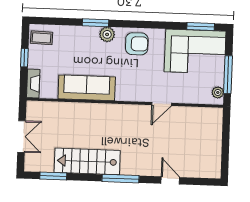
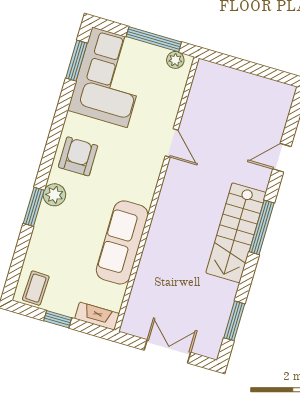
stairs: (87, 161) -> (236, 233), moved

